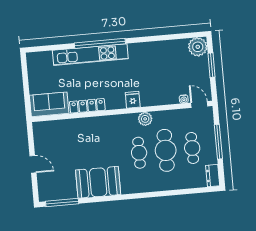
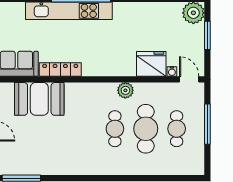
fridge: (133, 100) -> (151, 64), moved, width x1.88, depth x1.34
dresser: (213, 176) -> (197, 163), removed
booth: (98, 182) -> (39, 99), moved

